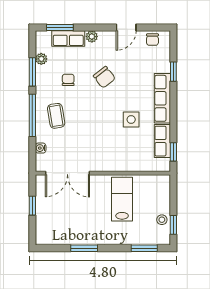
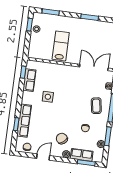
chair: (104, 77) -> (62, 139), moved
row of seats: (162, 98) -> (24, 121), moved
lab bench: (122, 199) -> (61, 46), turned 180

